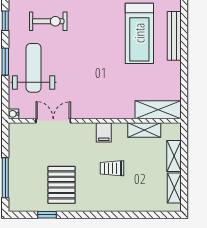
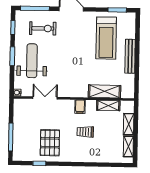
bench: (174, 36) -> (130, 56), moved
shelving: (158, 110) -> (104, 91), moved

